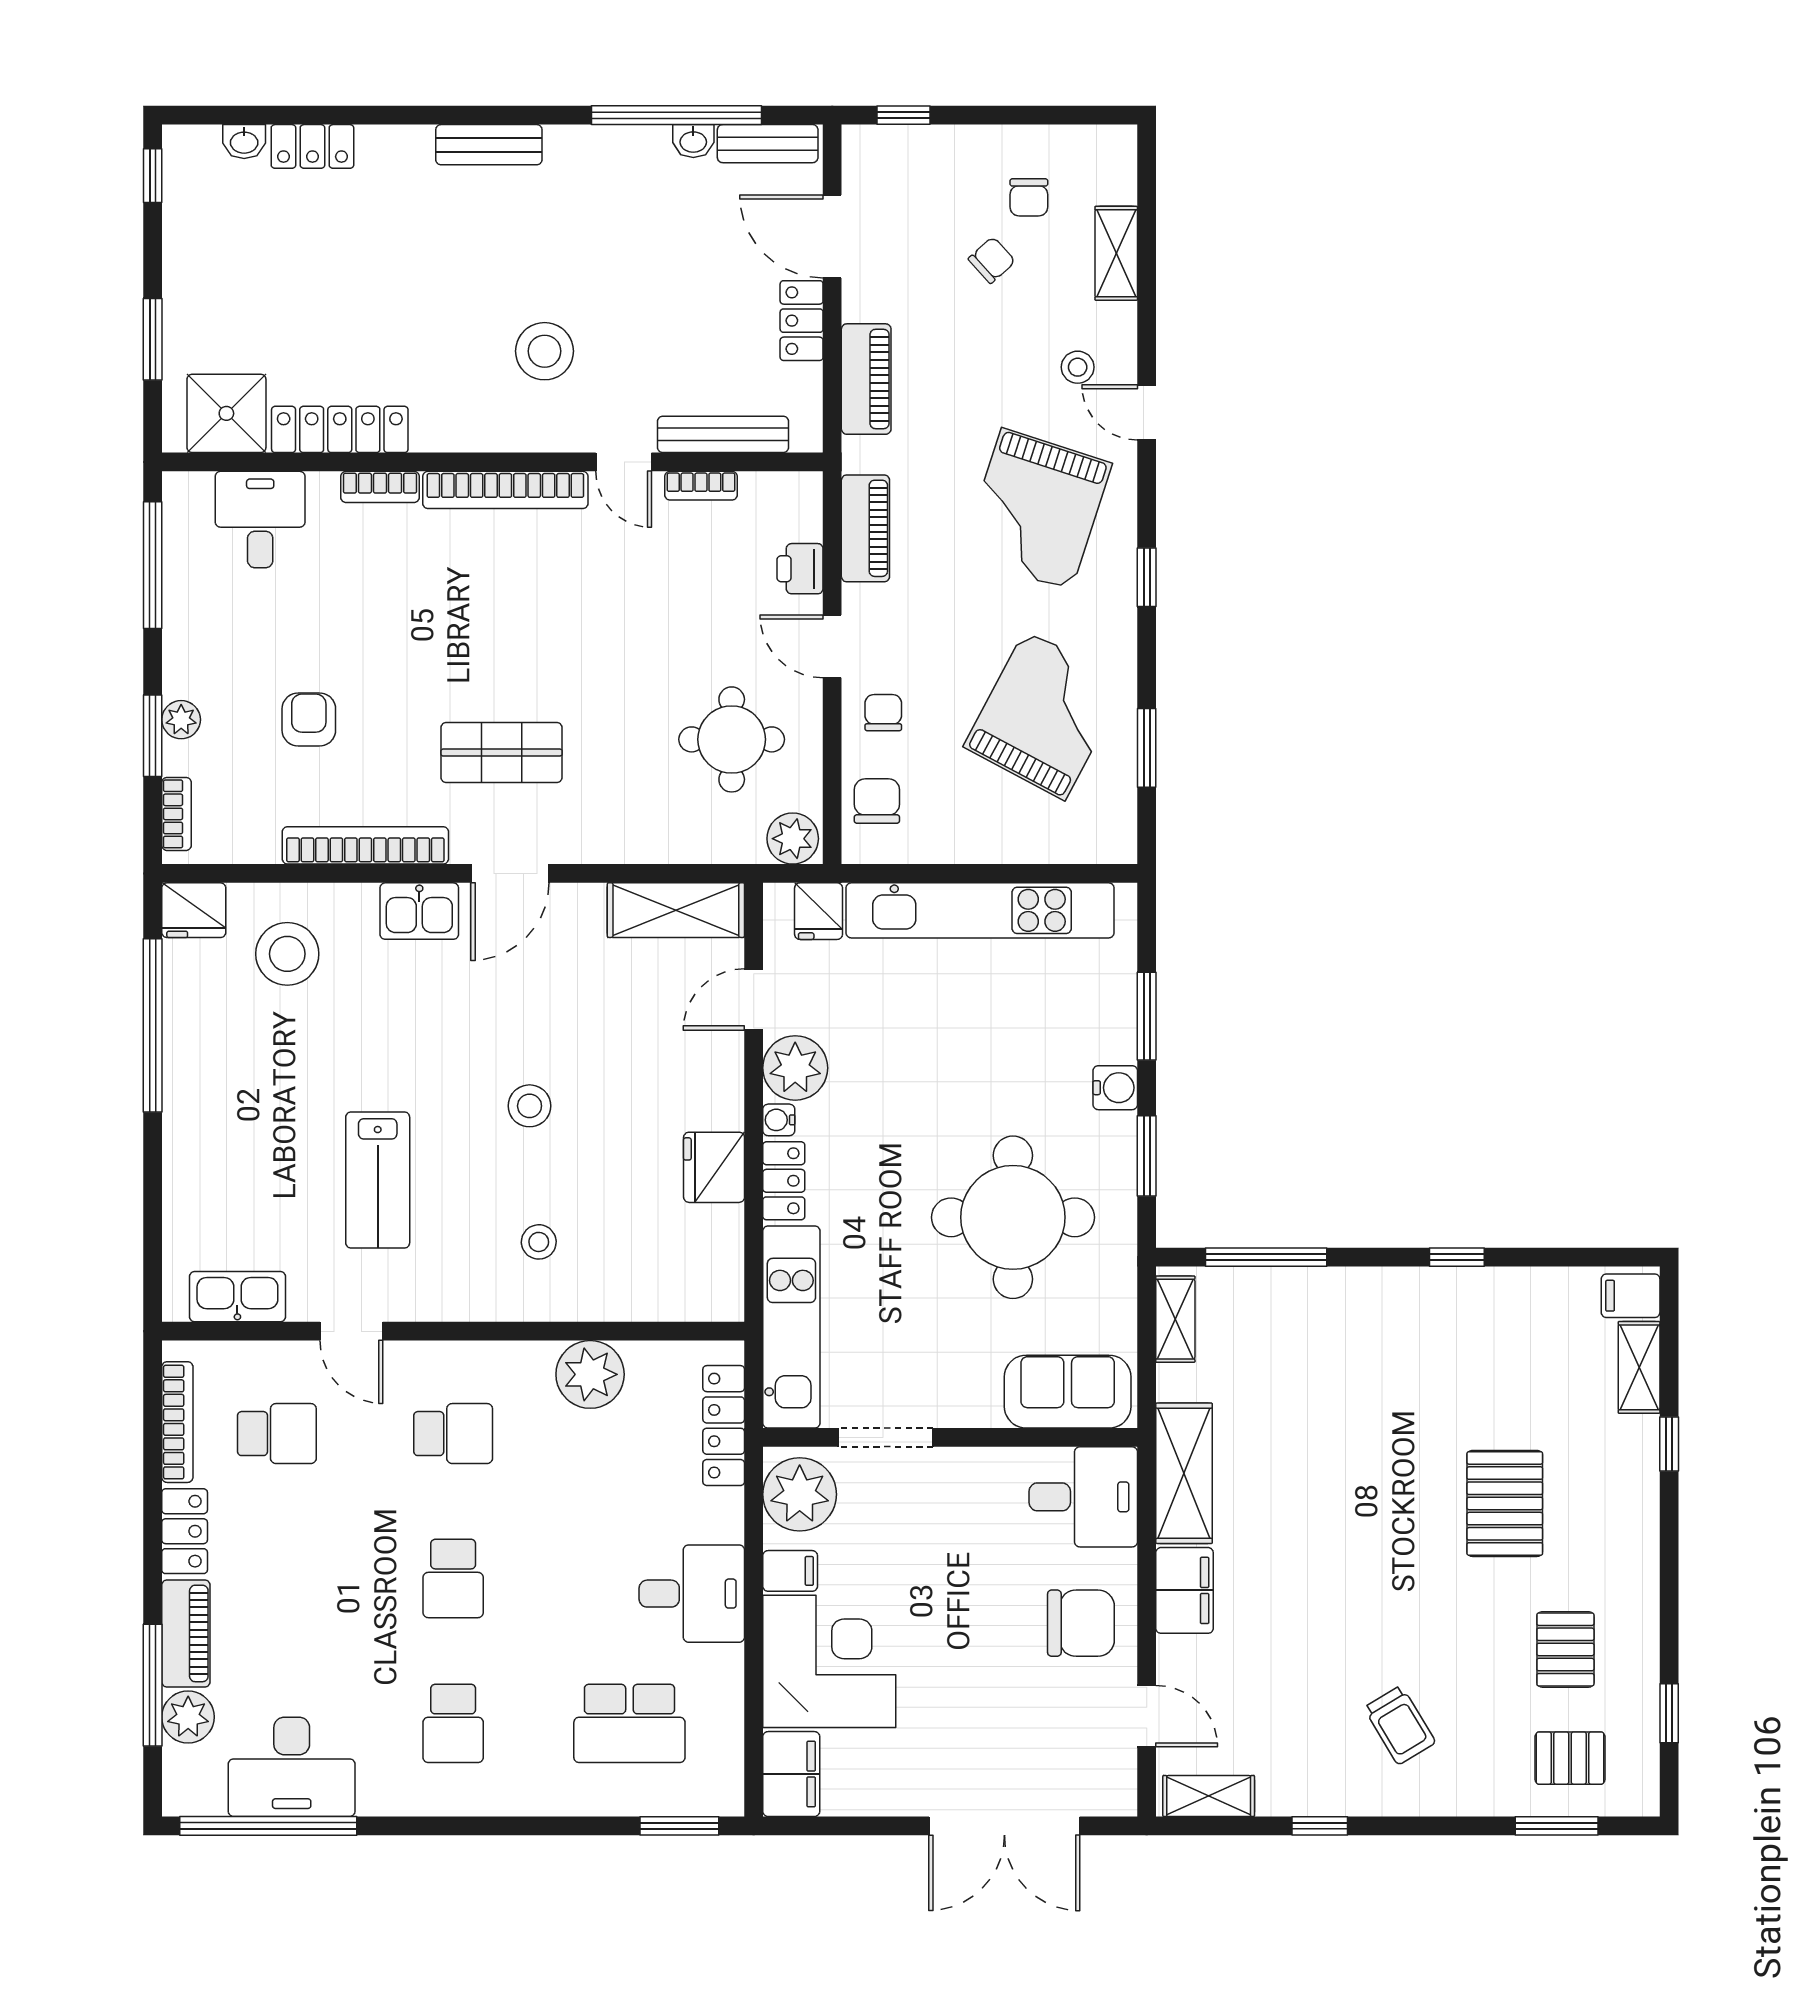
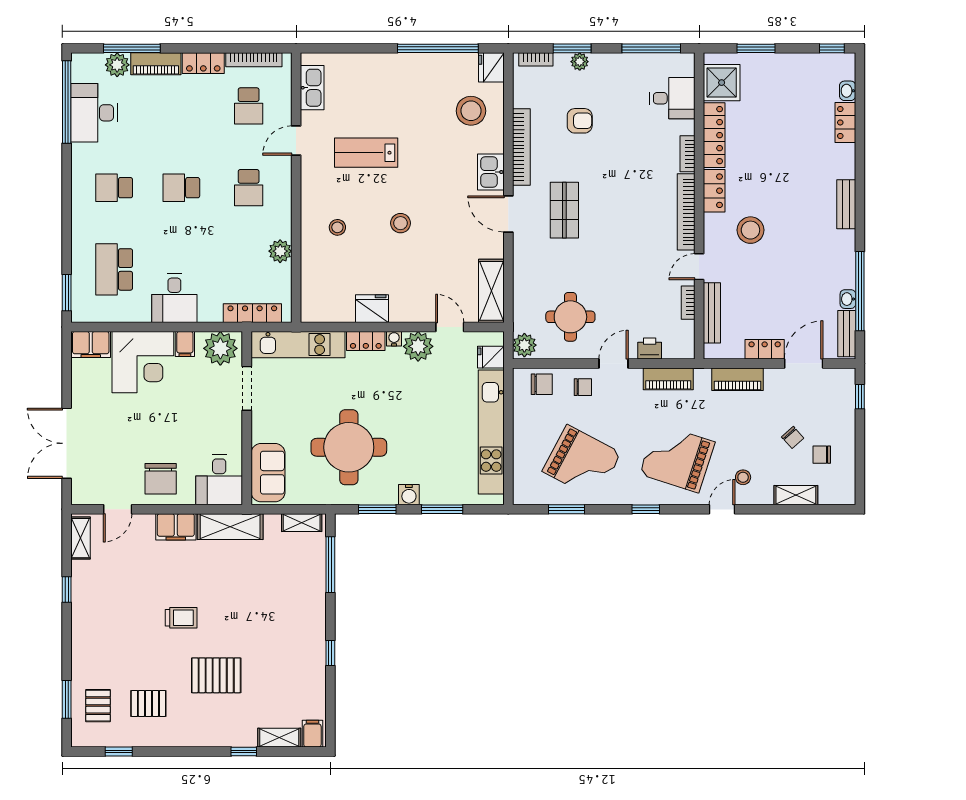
locker: (460, 430) -> (714, 191), added
plant: (590, 1374) -> (280, 251), width x0.73, depth x0.73
trolley: (1400, 1725) -> (181, 618), moved, turned -149

